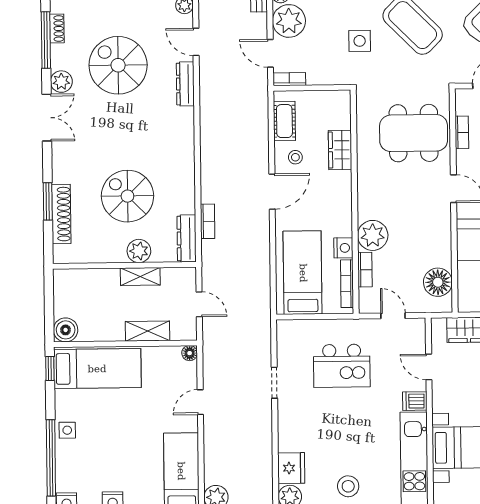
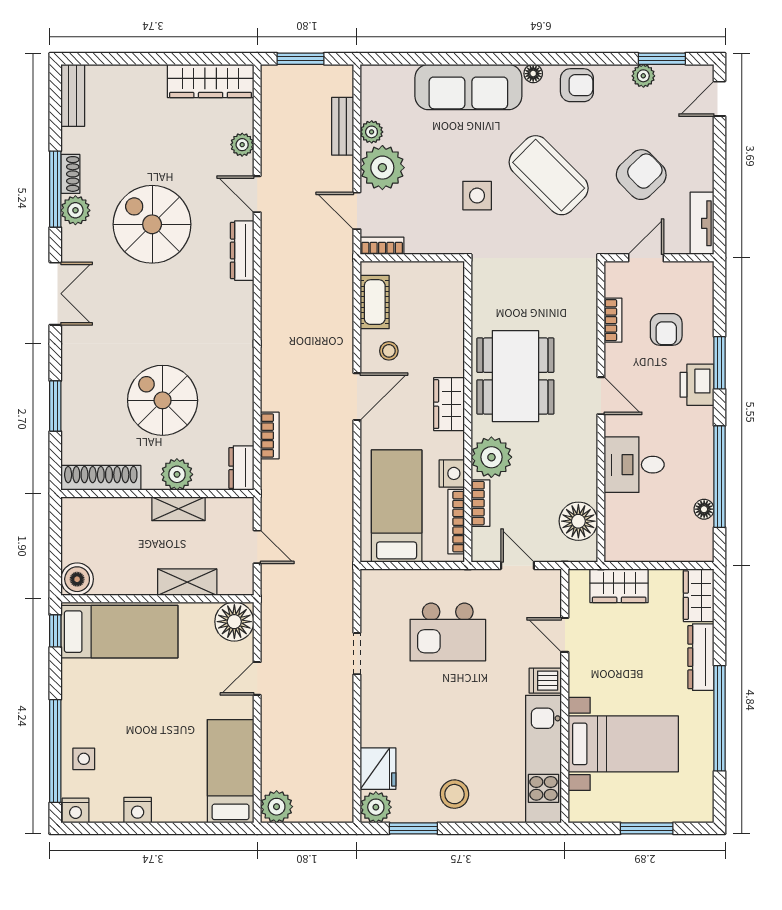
plant: (61, 82) -> (75, 210), moved
dining table: (414, 133) -> (515, 376), moved, turned 90
wardrobe: (340, 150) -> (449, 404), moved
shoe rack: (61, 214) -> (101, 478), moved, turned -90
dresser: (187, 238) -> (241, 468), width x0.70
floor lamp: (190, 353) -> (234, 622), width x1.89, depth x1.89
side table: (67, 430) -> (84, 759), moved

